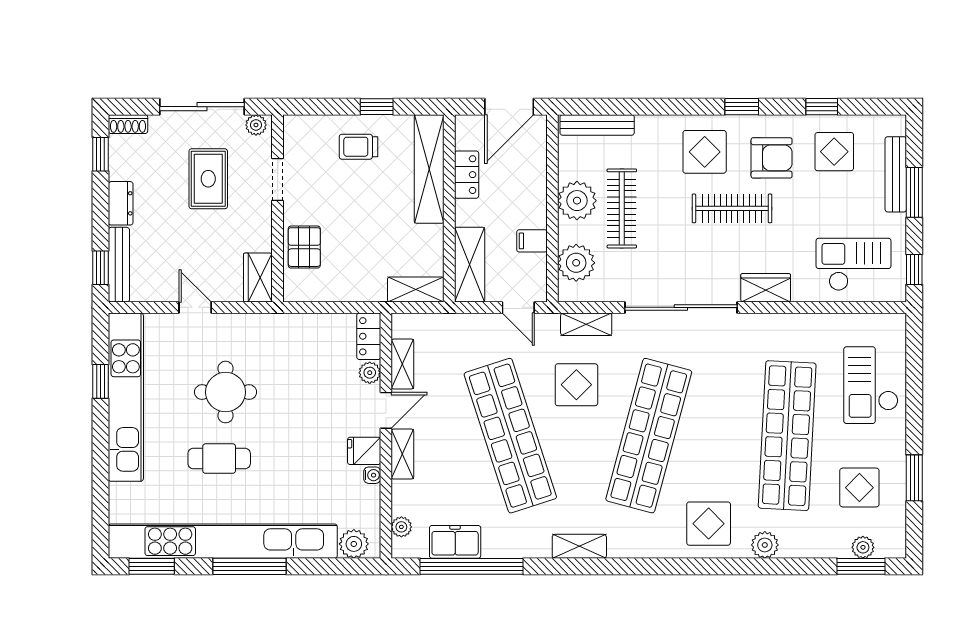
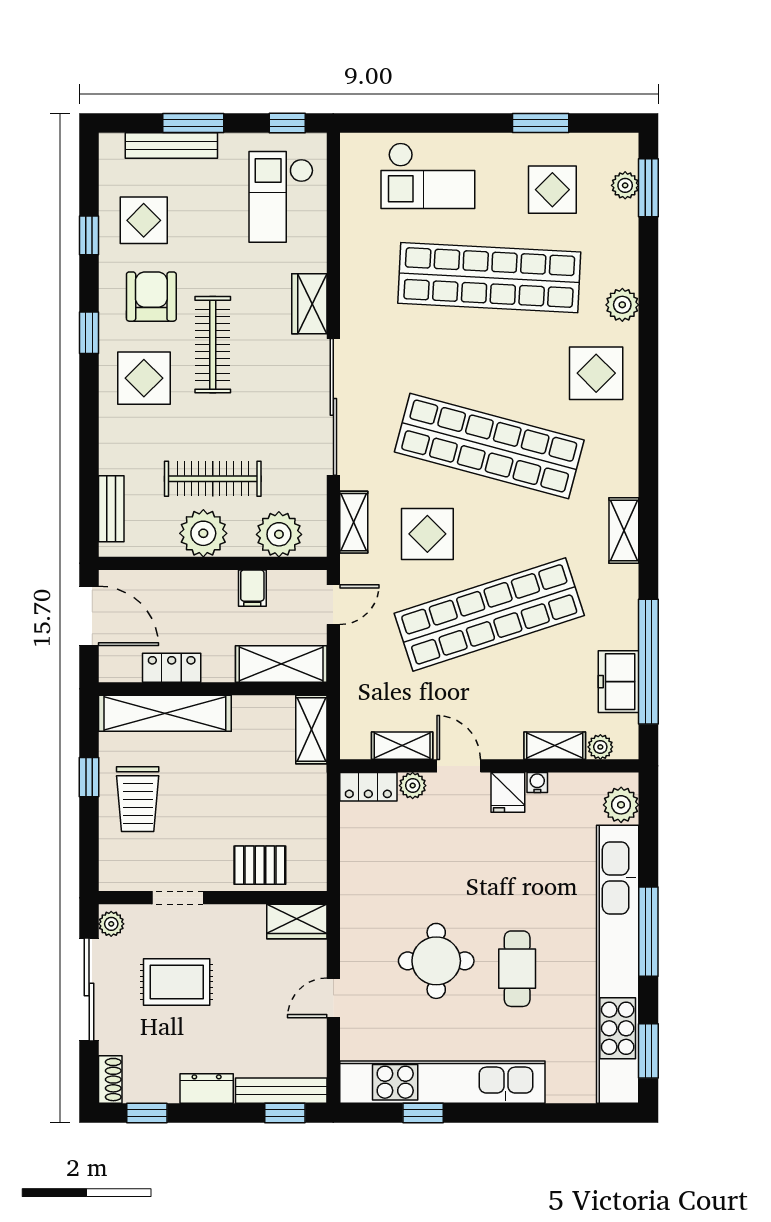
bench: (597, 125) -> (111, 509), width x0.73
trolley: (359, 147) -> (138, 799), width x1.36, depth x1.39
shelving: (402, 454) -> (555, 746), moved

